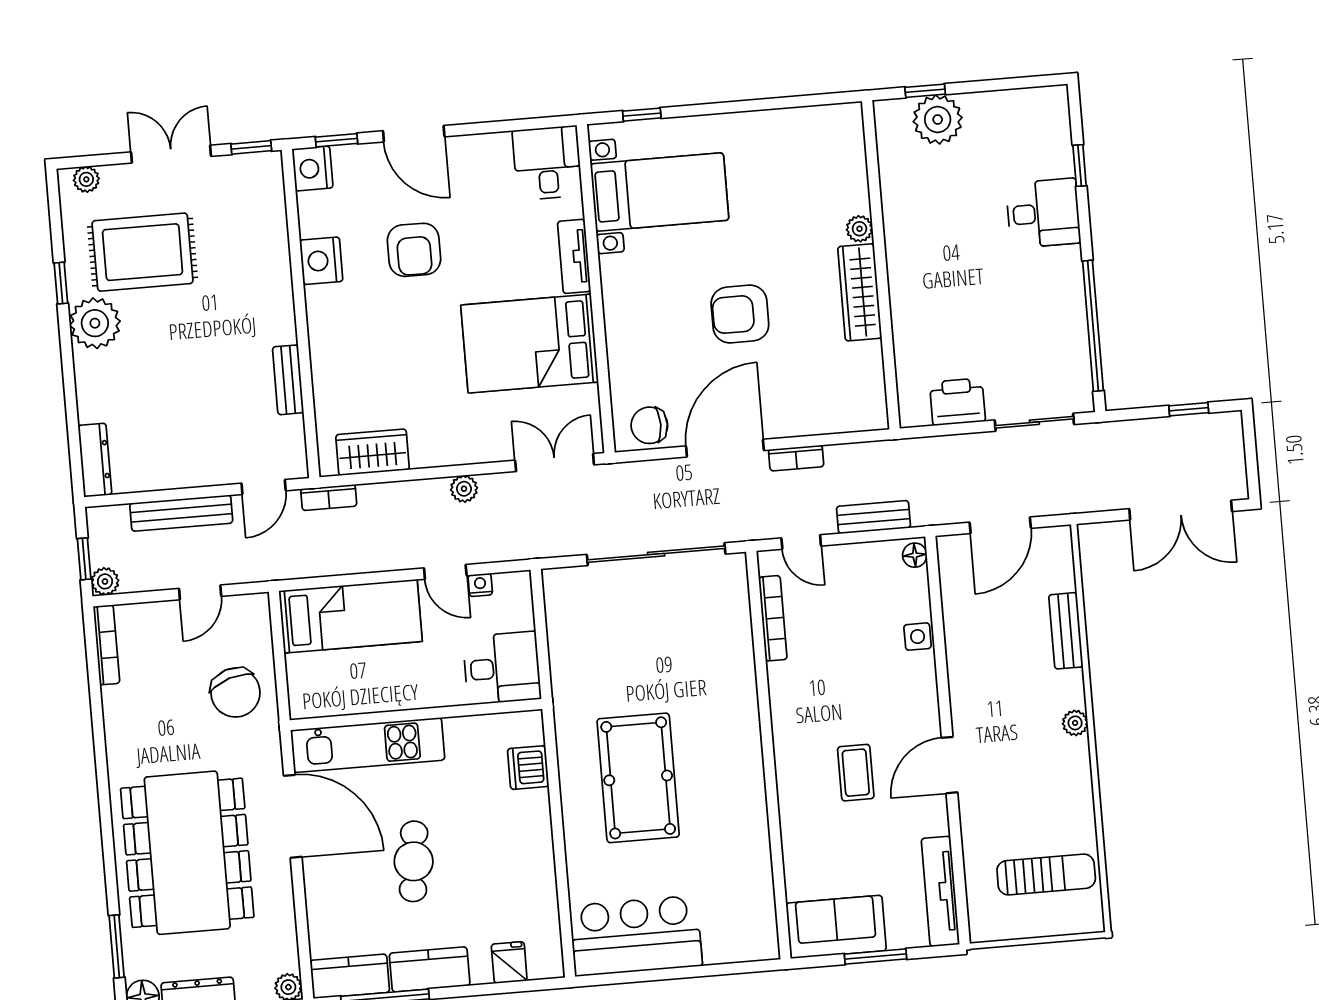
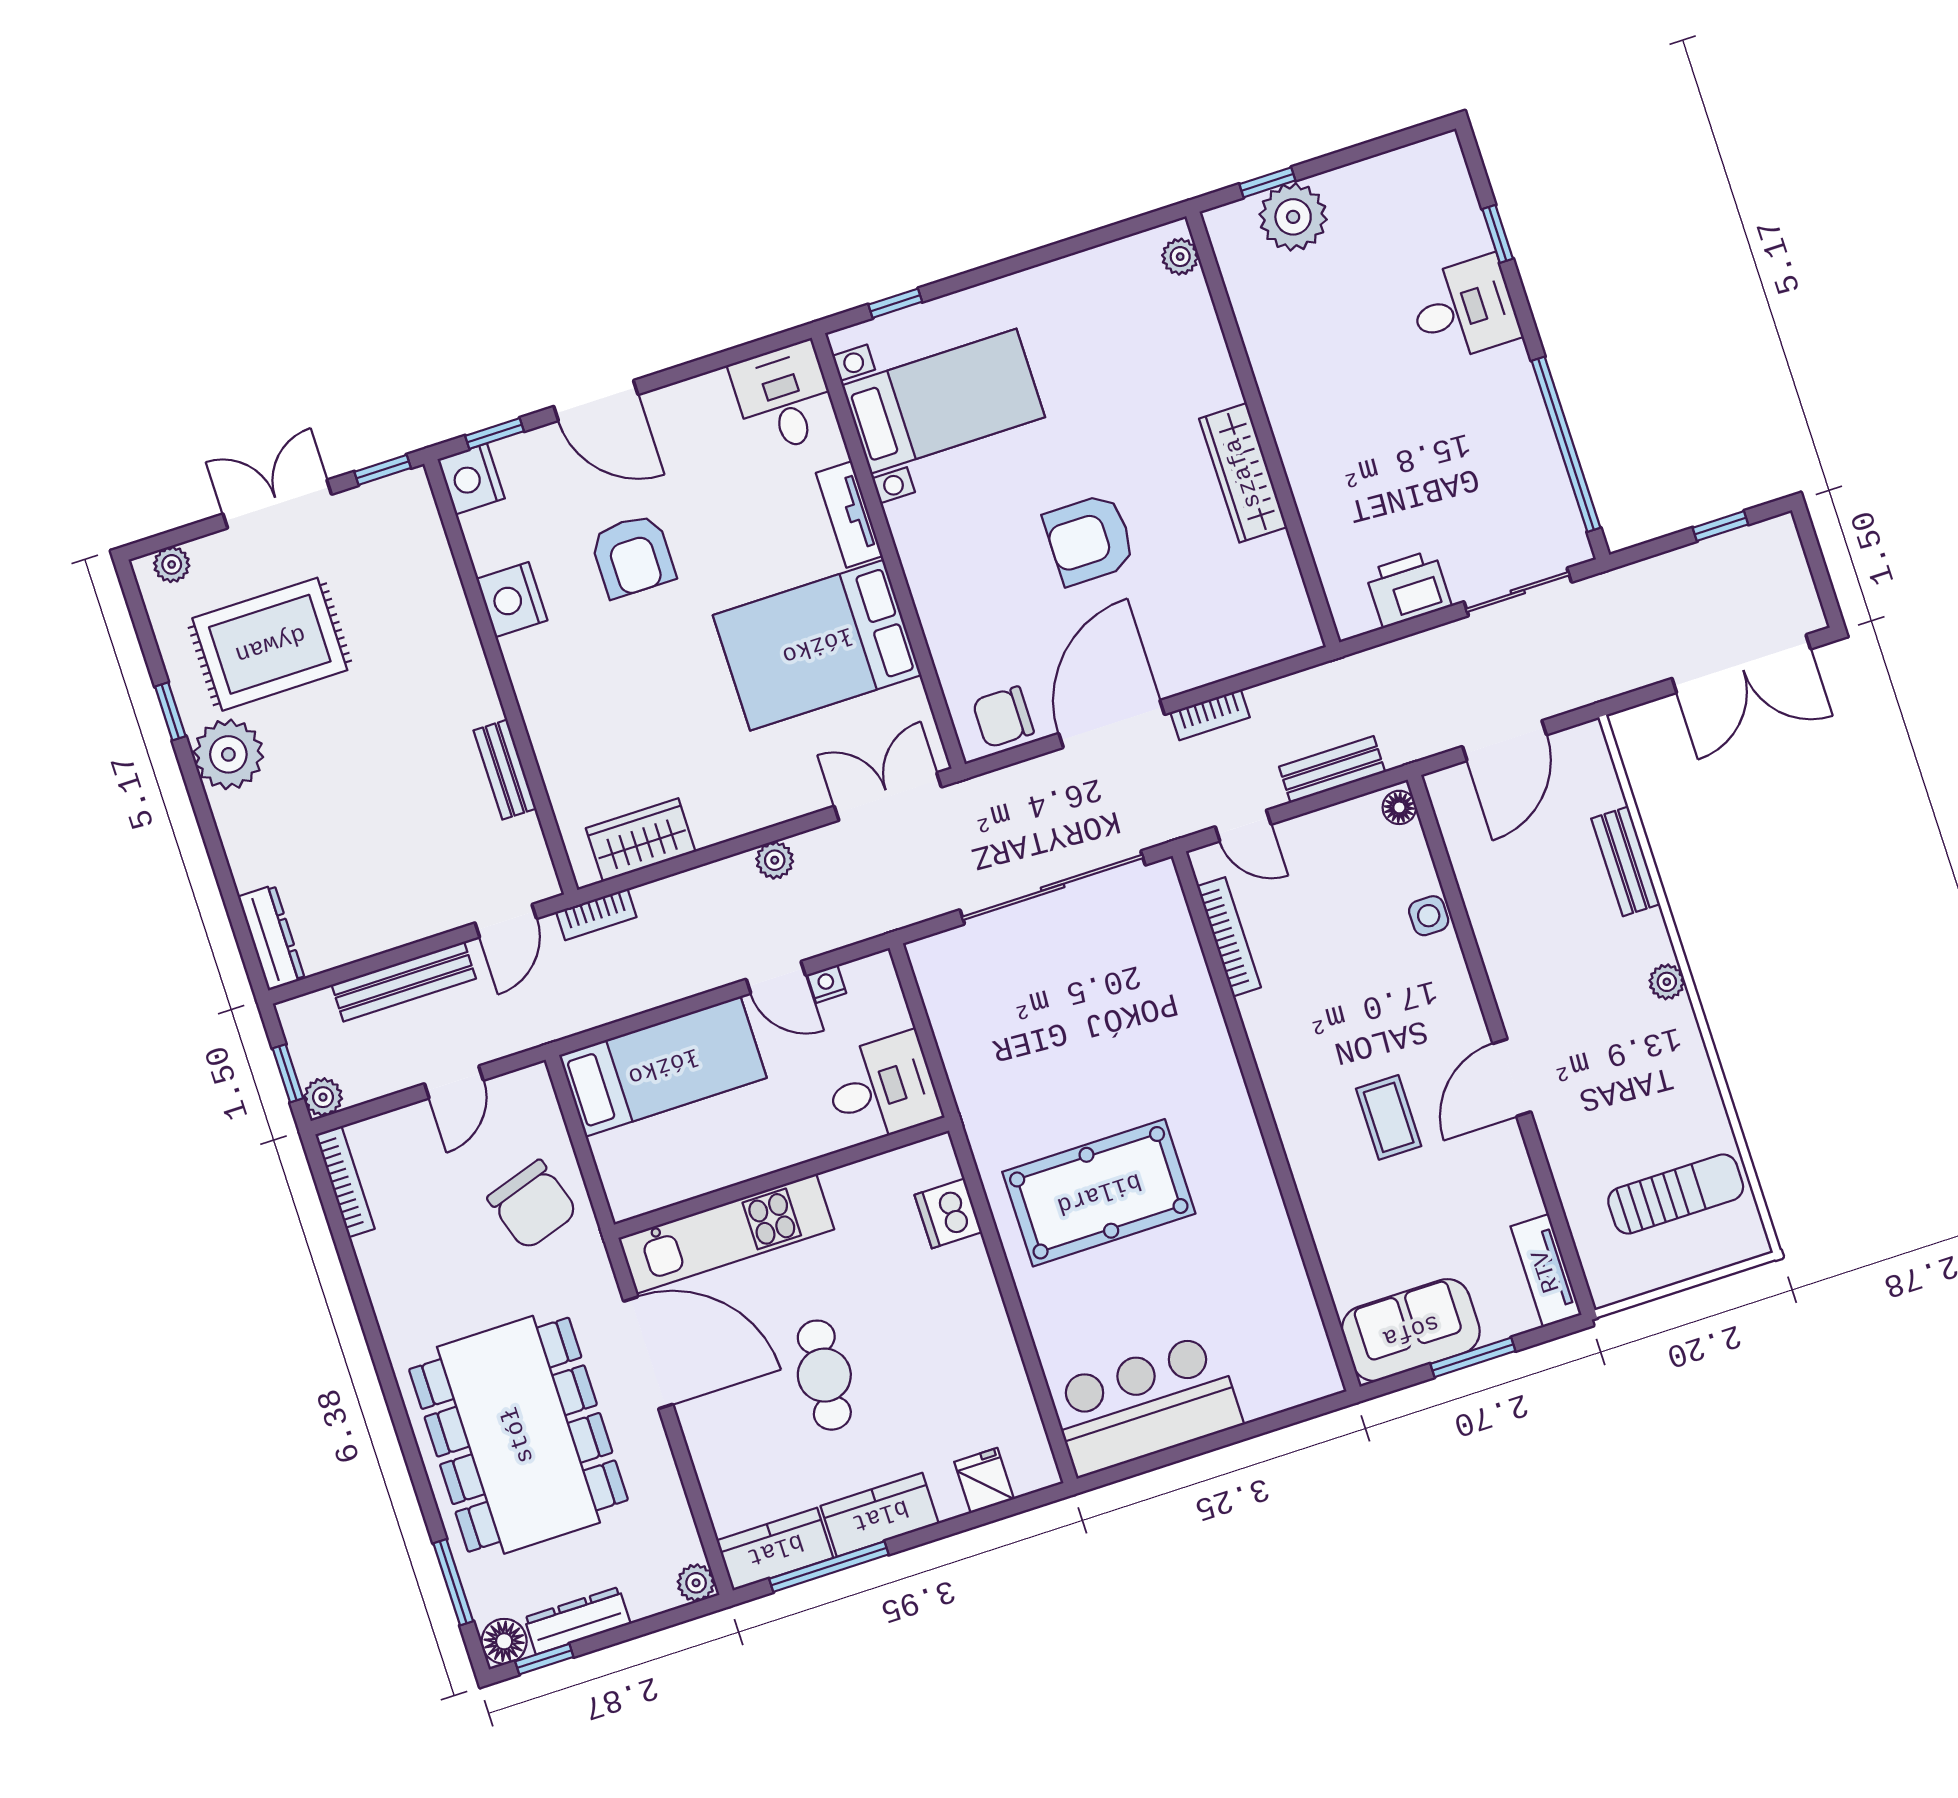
plant: (859, 229) -> (1180, 257), moved
pool table: (638, 778) -> (1099, 1193), turned 90
tv unit: (940, 891) -> (1546, 1271), width x0.71

